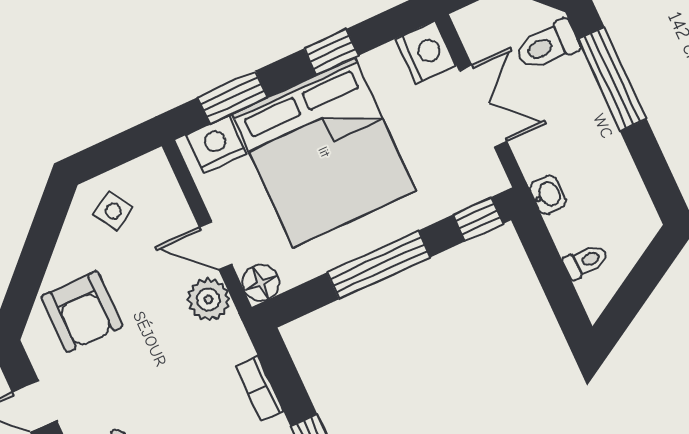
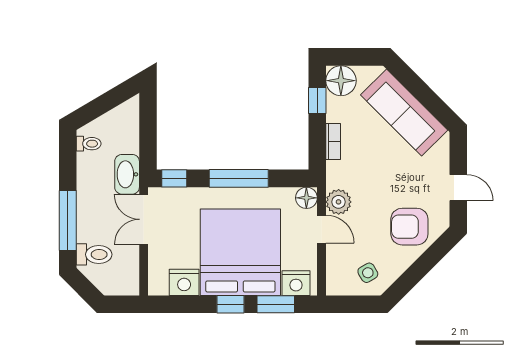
window: (331, 52) -> (231, 304), moved
nightstand: (426, 52) -> (184, 282), moved, turned -90
double door: (483, 106) -> (144, 219), moved
washbasin: (548, 195) -> (127, 174), width x1.91, depth x1.45
toilet: (585, 261) -> (89, 144), moved, turned 180
armchair: (82, 312) -> (409, 227), turned -90

